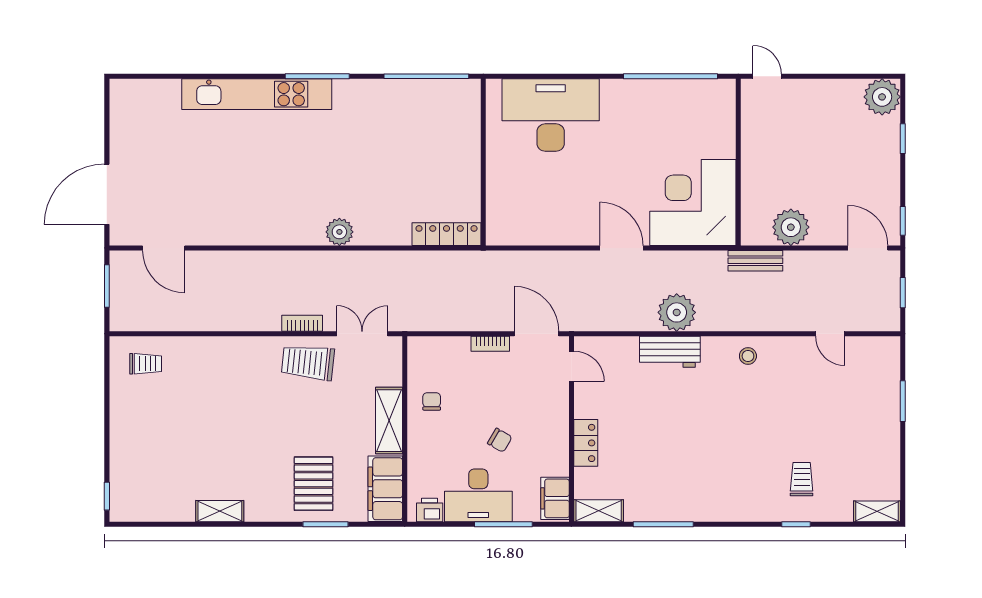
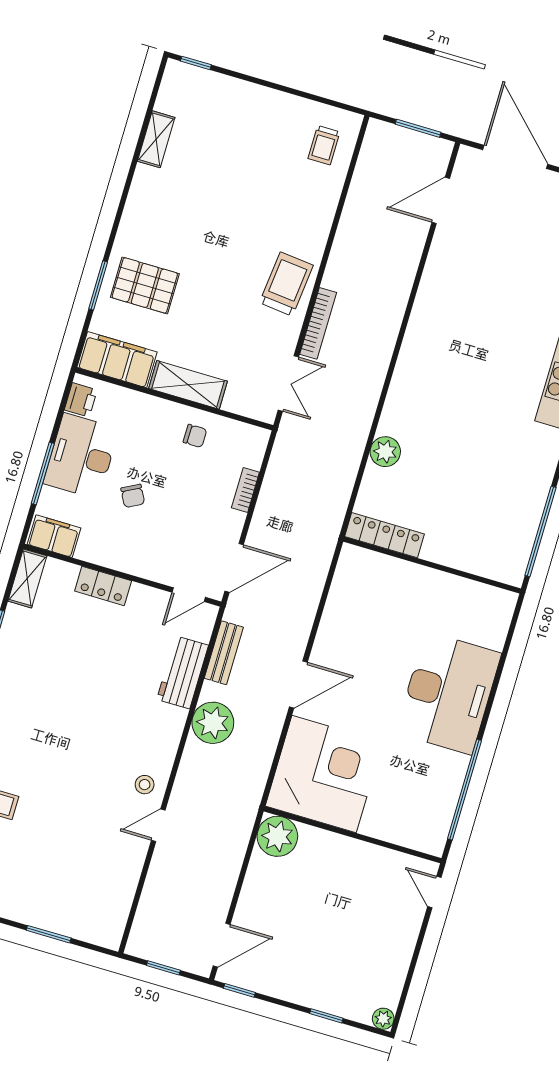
door: (767, 76) -> (434, 892), swing flipped
plant: (882, 97) -> (383, 1019), width x0.53, depth x0.53
desk: (551, 115) -> (448, 693), moved
plant: (791, 227) -> (277, 836), moved
plant: (339, 232) -> (385, 452), moved
locker: (447, 234) -> (384, 535), moved, turned -90
bench: (755, 261) -> (224, 653), moved
bookcase: (302, 323) -> (318, 323), width x1.56
door: (830, 334) -> (158, 825), moved
bookcase: (490, 344) -> (245, 490), moved
workbench: (670, 352) -> (183, 672), moved
trolley: (308, 362) -> (286, 284), moved
chair: (500, 440) -> (133, 496), turned -58
shelving: (220, 511) -> (156, 139), moved

